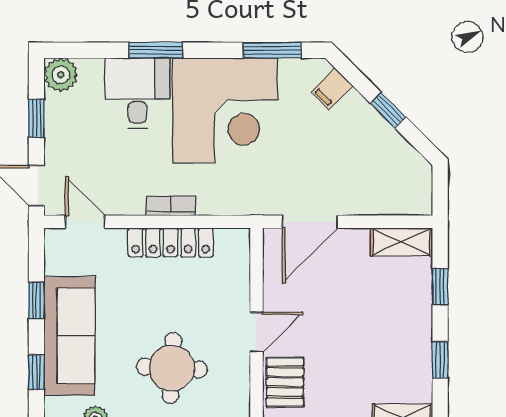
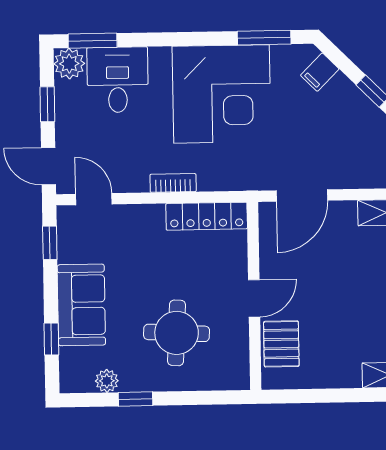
window: (156, 50) -> (93, 41), moved
desk: (137, 93) -> (118, 80), moved
locker: (171, 242) -> (207, 216), moved
window: (36, 300) -> (50, 243), moved
sofa: (69, 336) -> (81, 305), width x0.73

